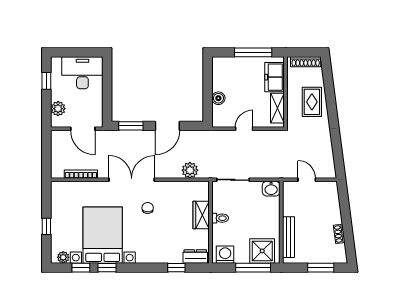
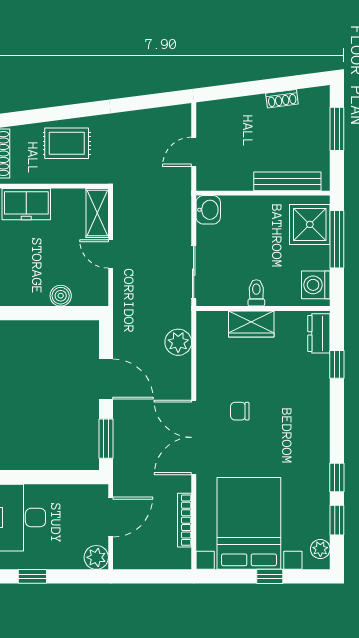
shelving: (277, 108) -> (97, 213), moved, turned 90
plant: (58, 109) -> (96, 557), moved
bed with nightstands: (103, 235) -> (249, 523), moved, turned 90

